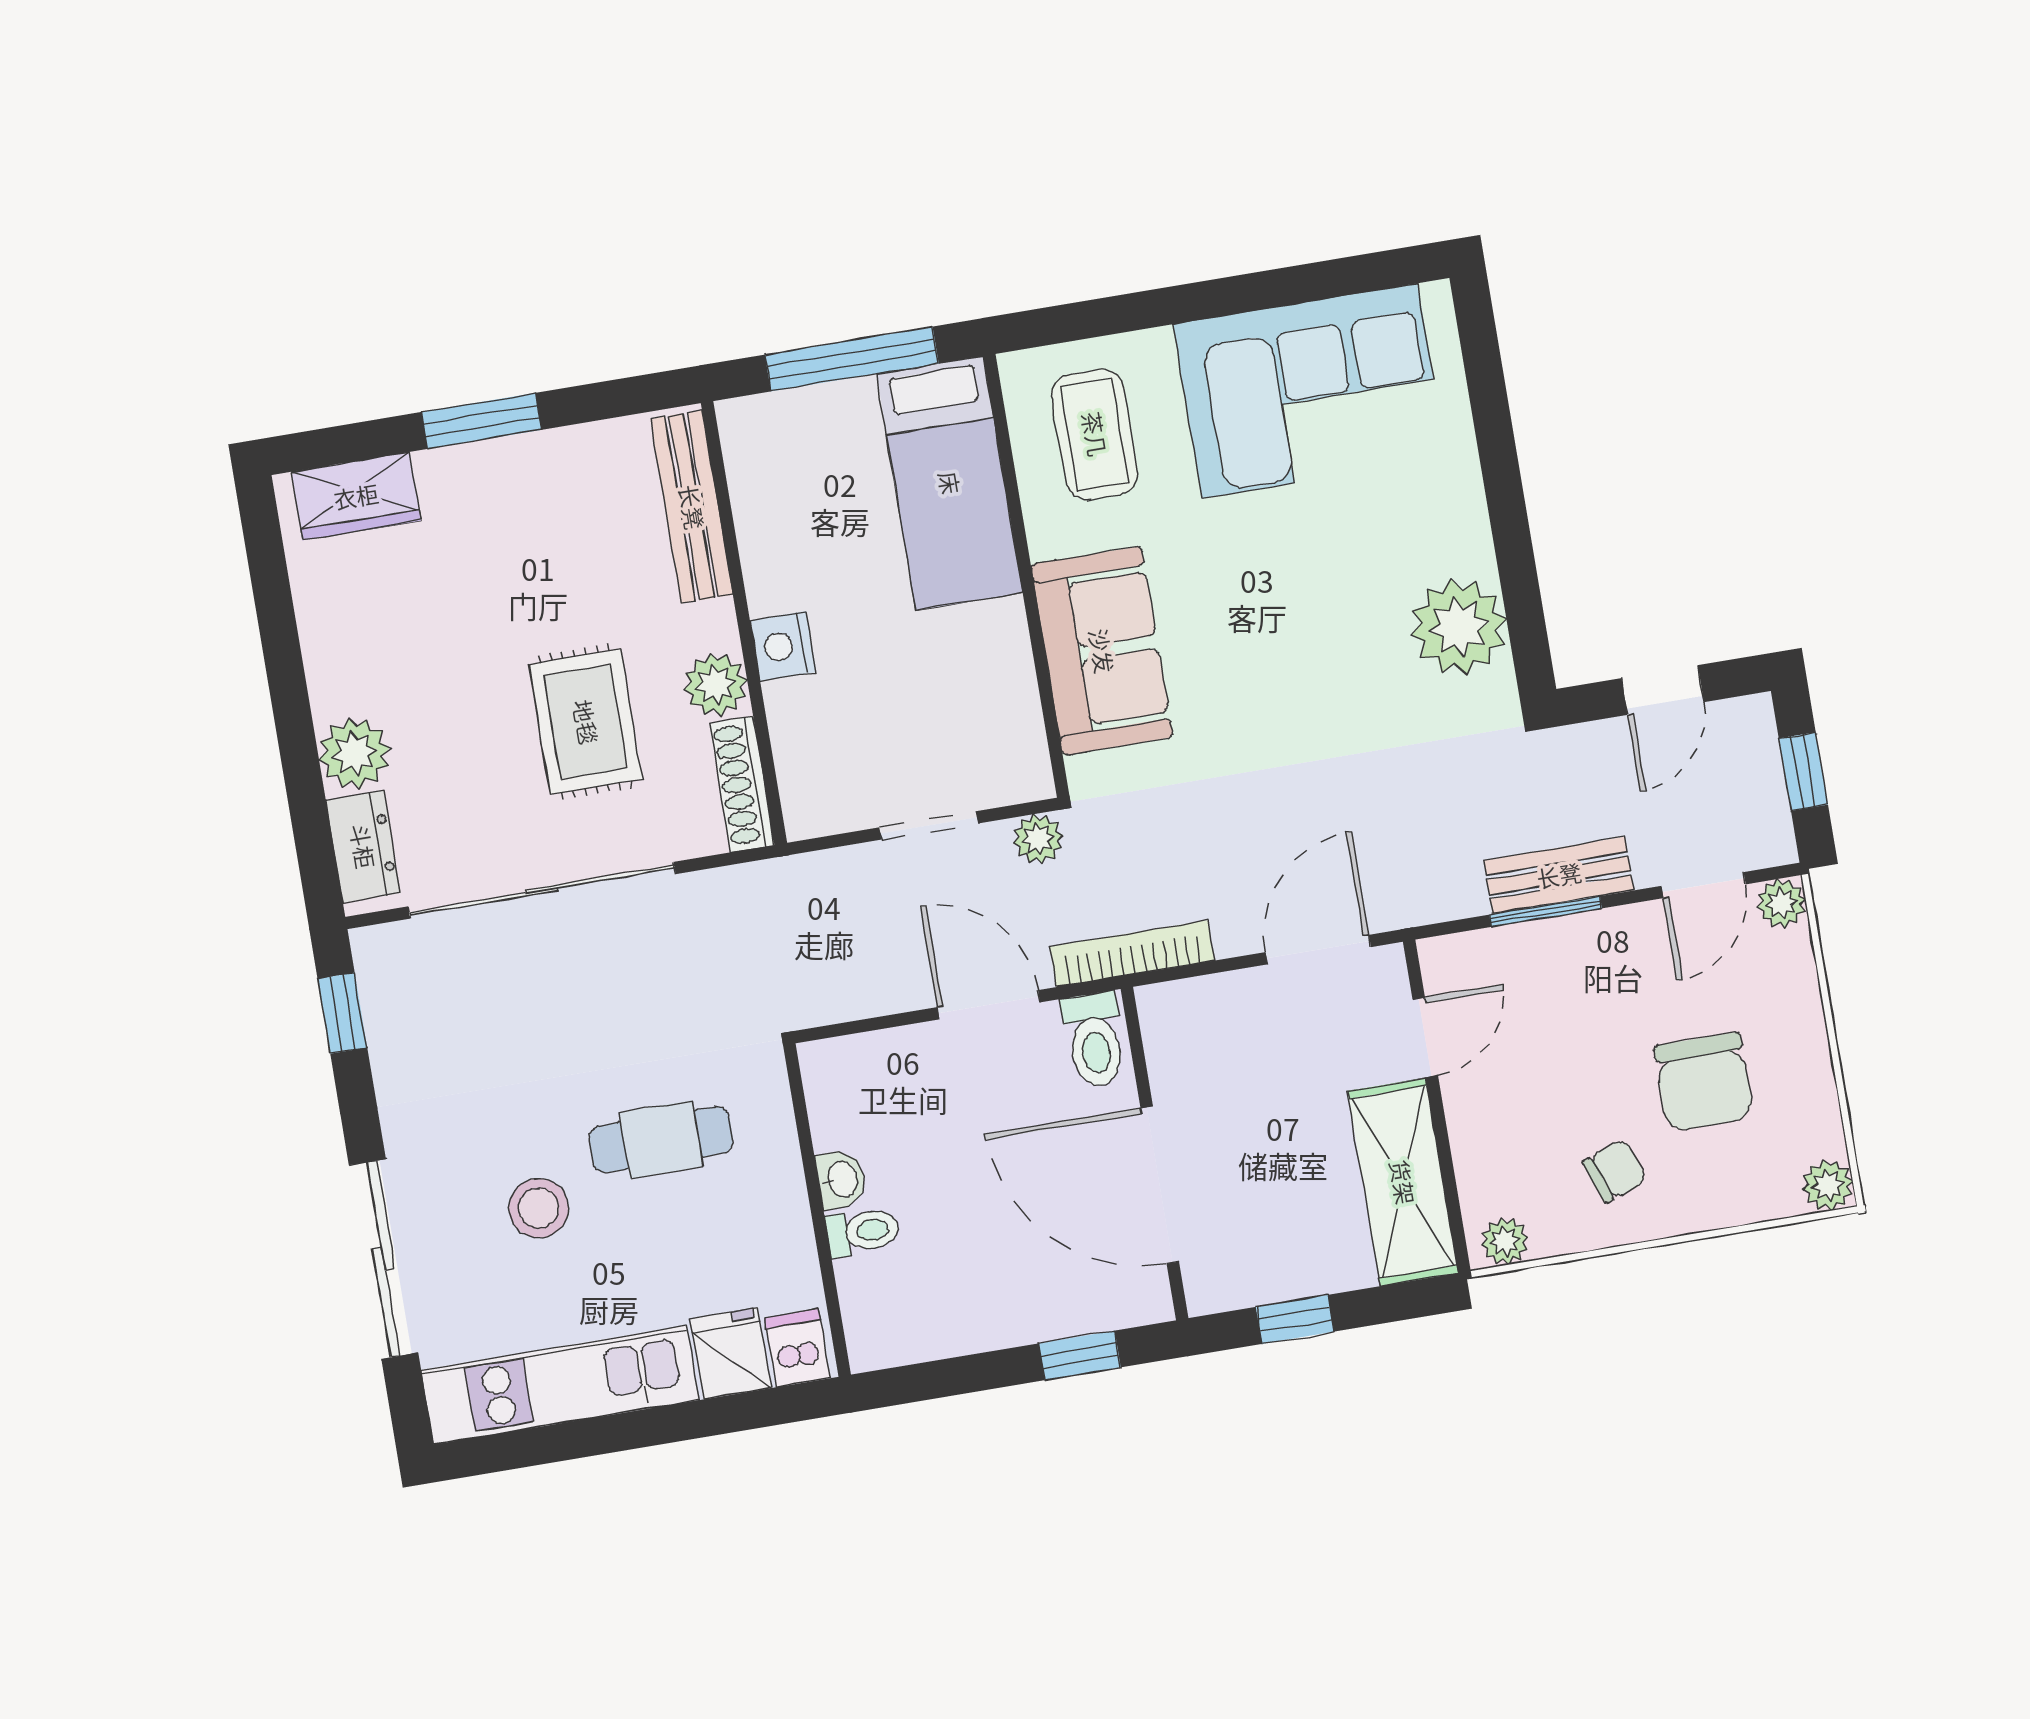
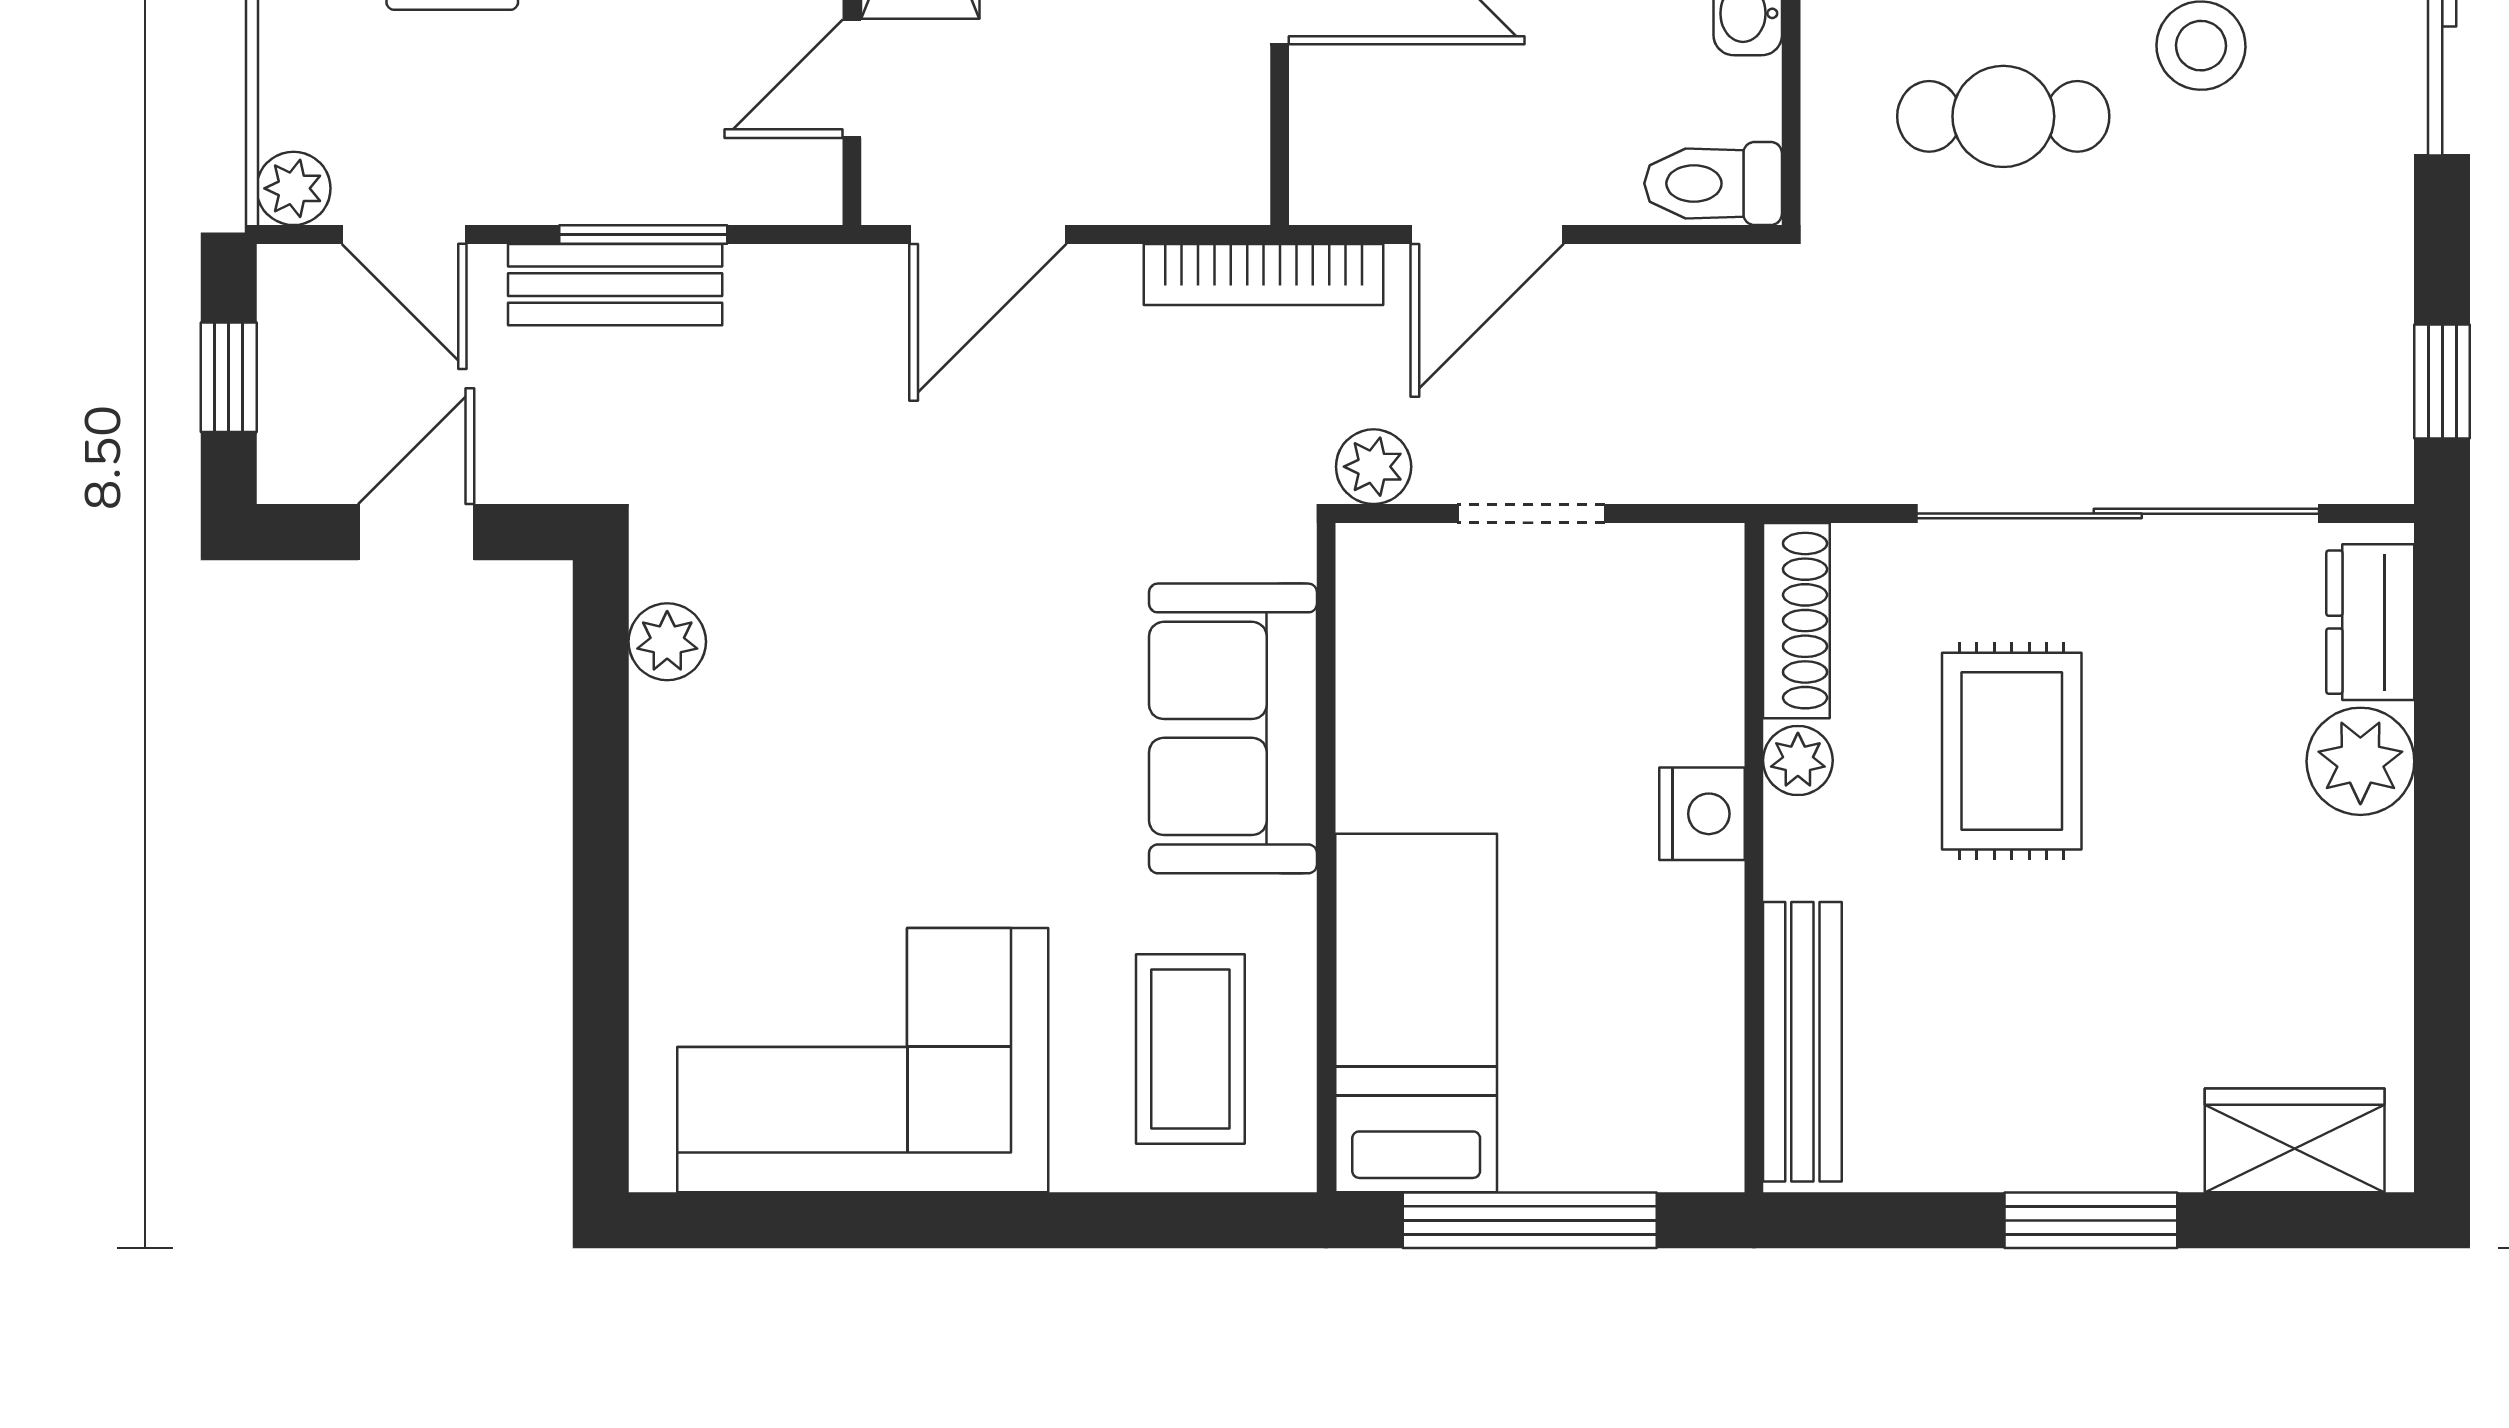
plant: (1459, 627) -> (667, 642), width x0.53, depth x0.53
plant: (716, 685) -> (1798, 760), width x0.73, depth x0.73
door: (1703, 885) -> (404, 235), swing flipped
door: (989, 1005) -> (1487, 235), hinge flipped
toilet: (1094, 1040) -> (1713, 183), moved, turned -90

